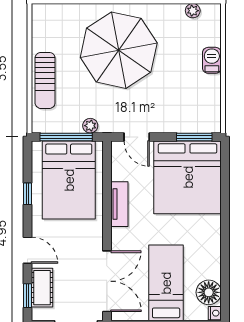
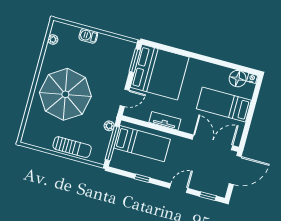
bed: (69, 180) -> (142, 144), width x0.67
cot: (42, 288) -> (205, 185), removed

